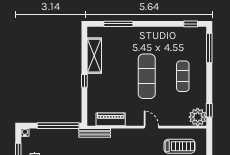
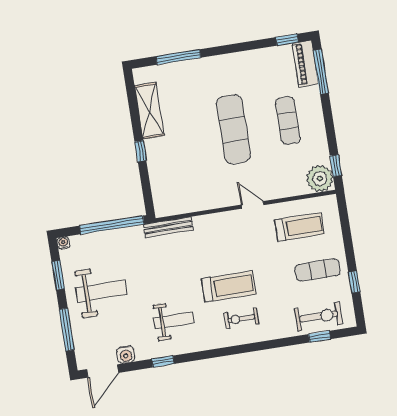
piano: (111, 119) -> (305, 64), moved, turned -90

